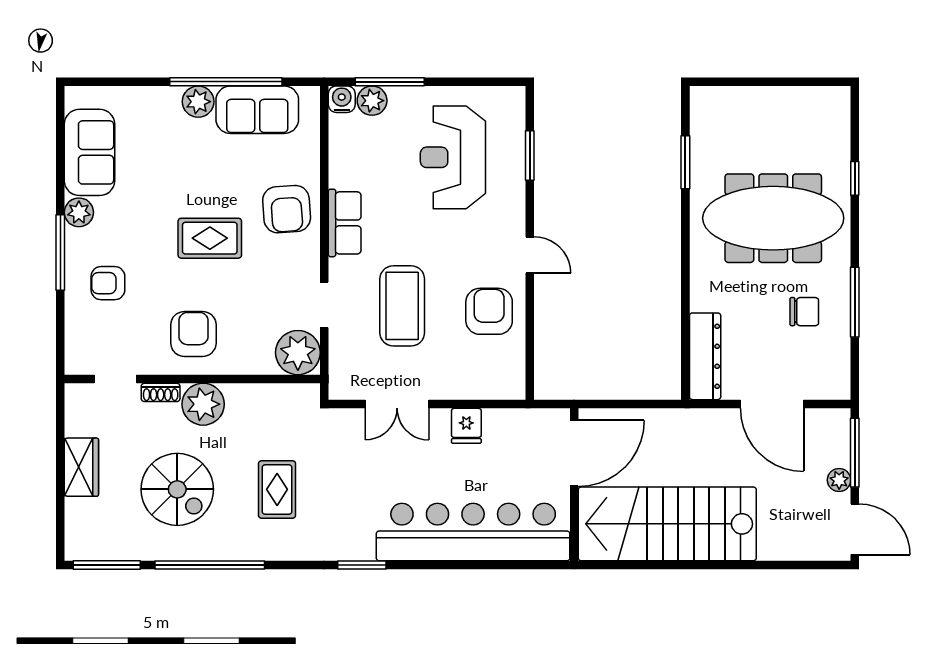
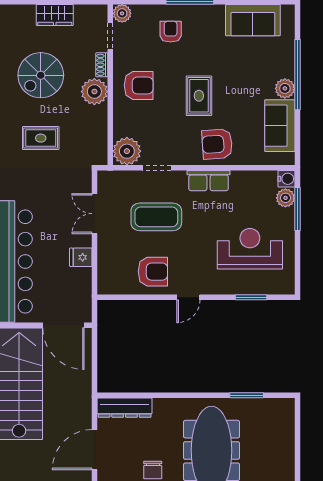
window: (226, 82) -> (297, 75), moved
plant: (79, 212) -> (122, 13), moved

